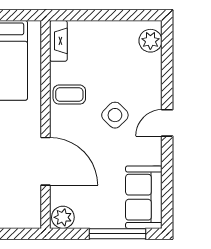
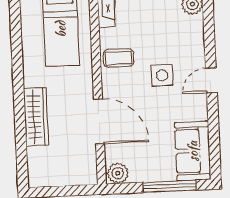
side table: (115, 115) -> (162, 75), turned 45

